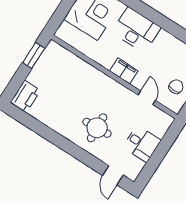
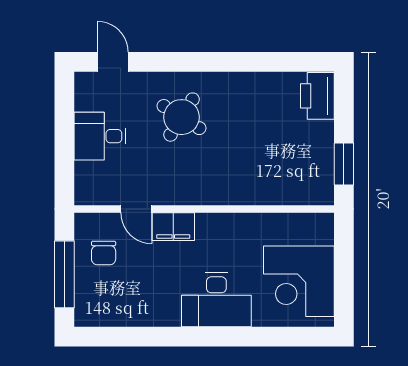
filing cabinet: (124, 71) -> (173, 227), moved
round table: (97, 128) -> (182, 117), turned 35

